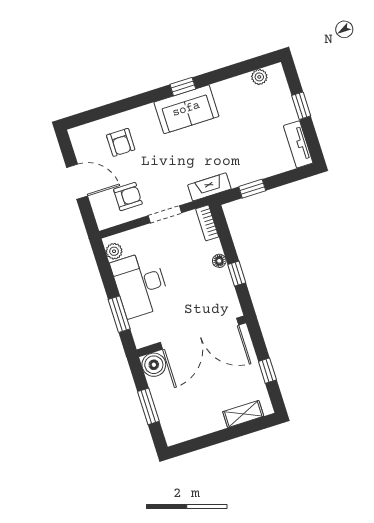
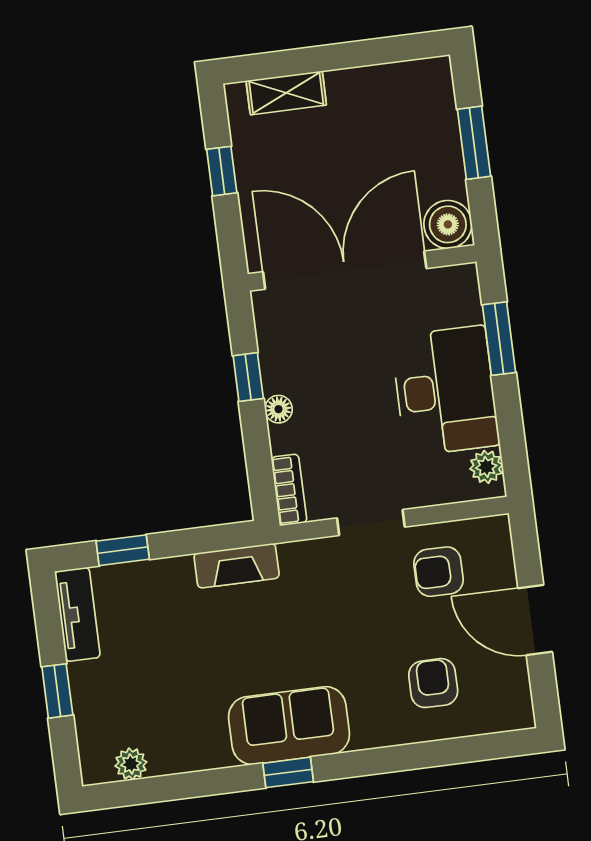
fireplace: (209, 187) -> (237, 566), moved
window: (252, 189) -> (123, 550), moved

